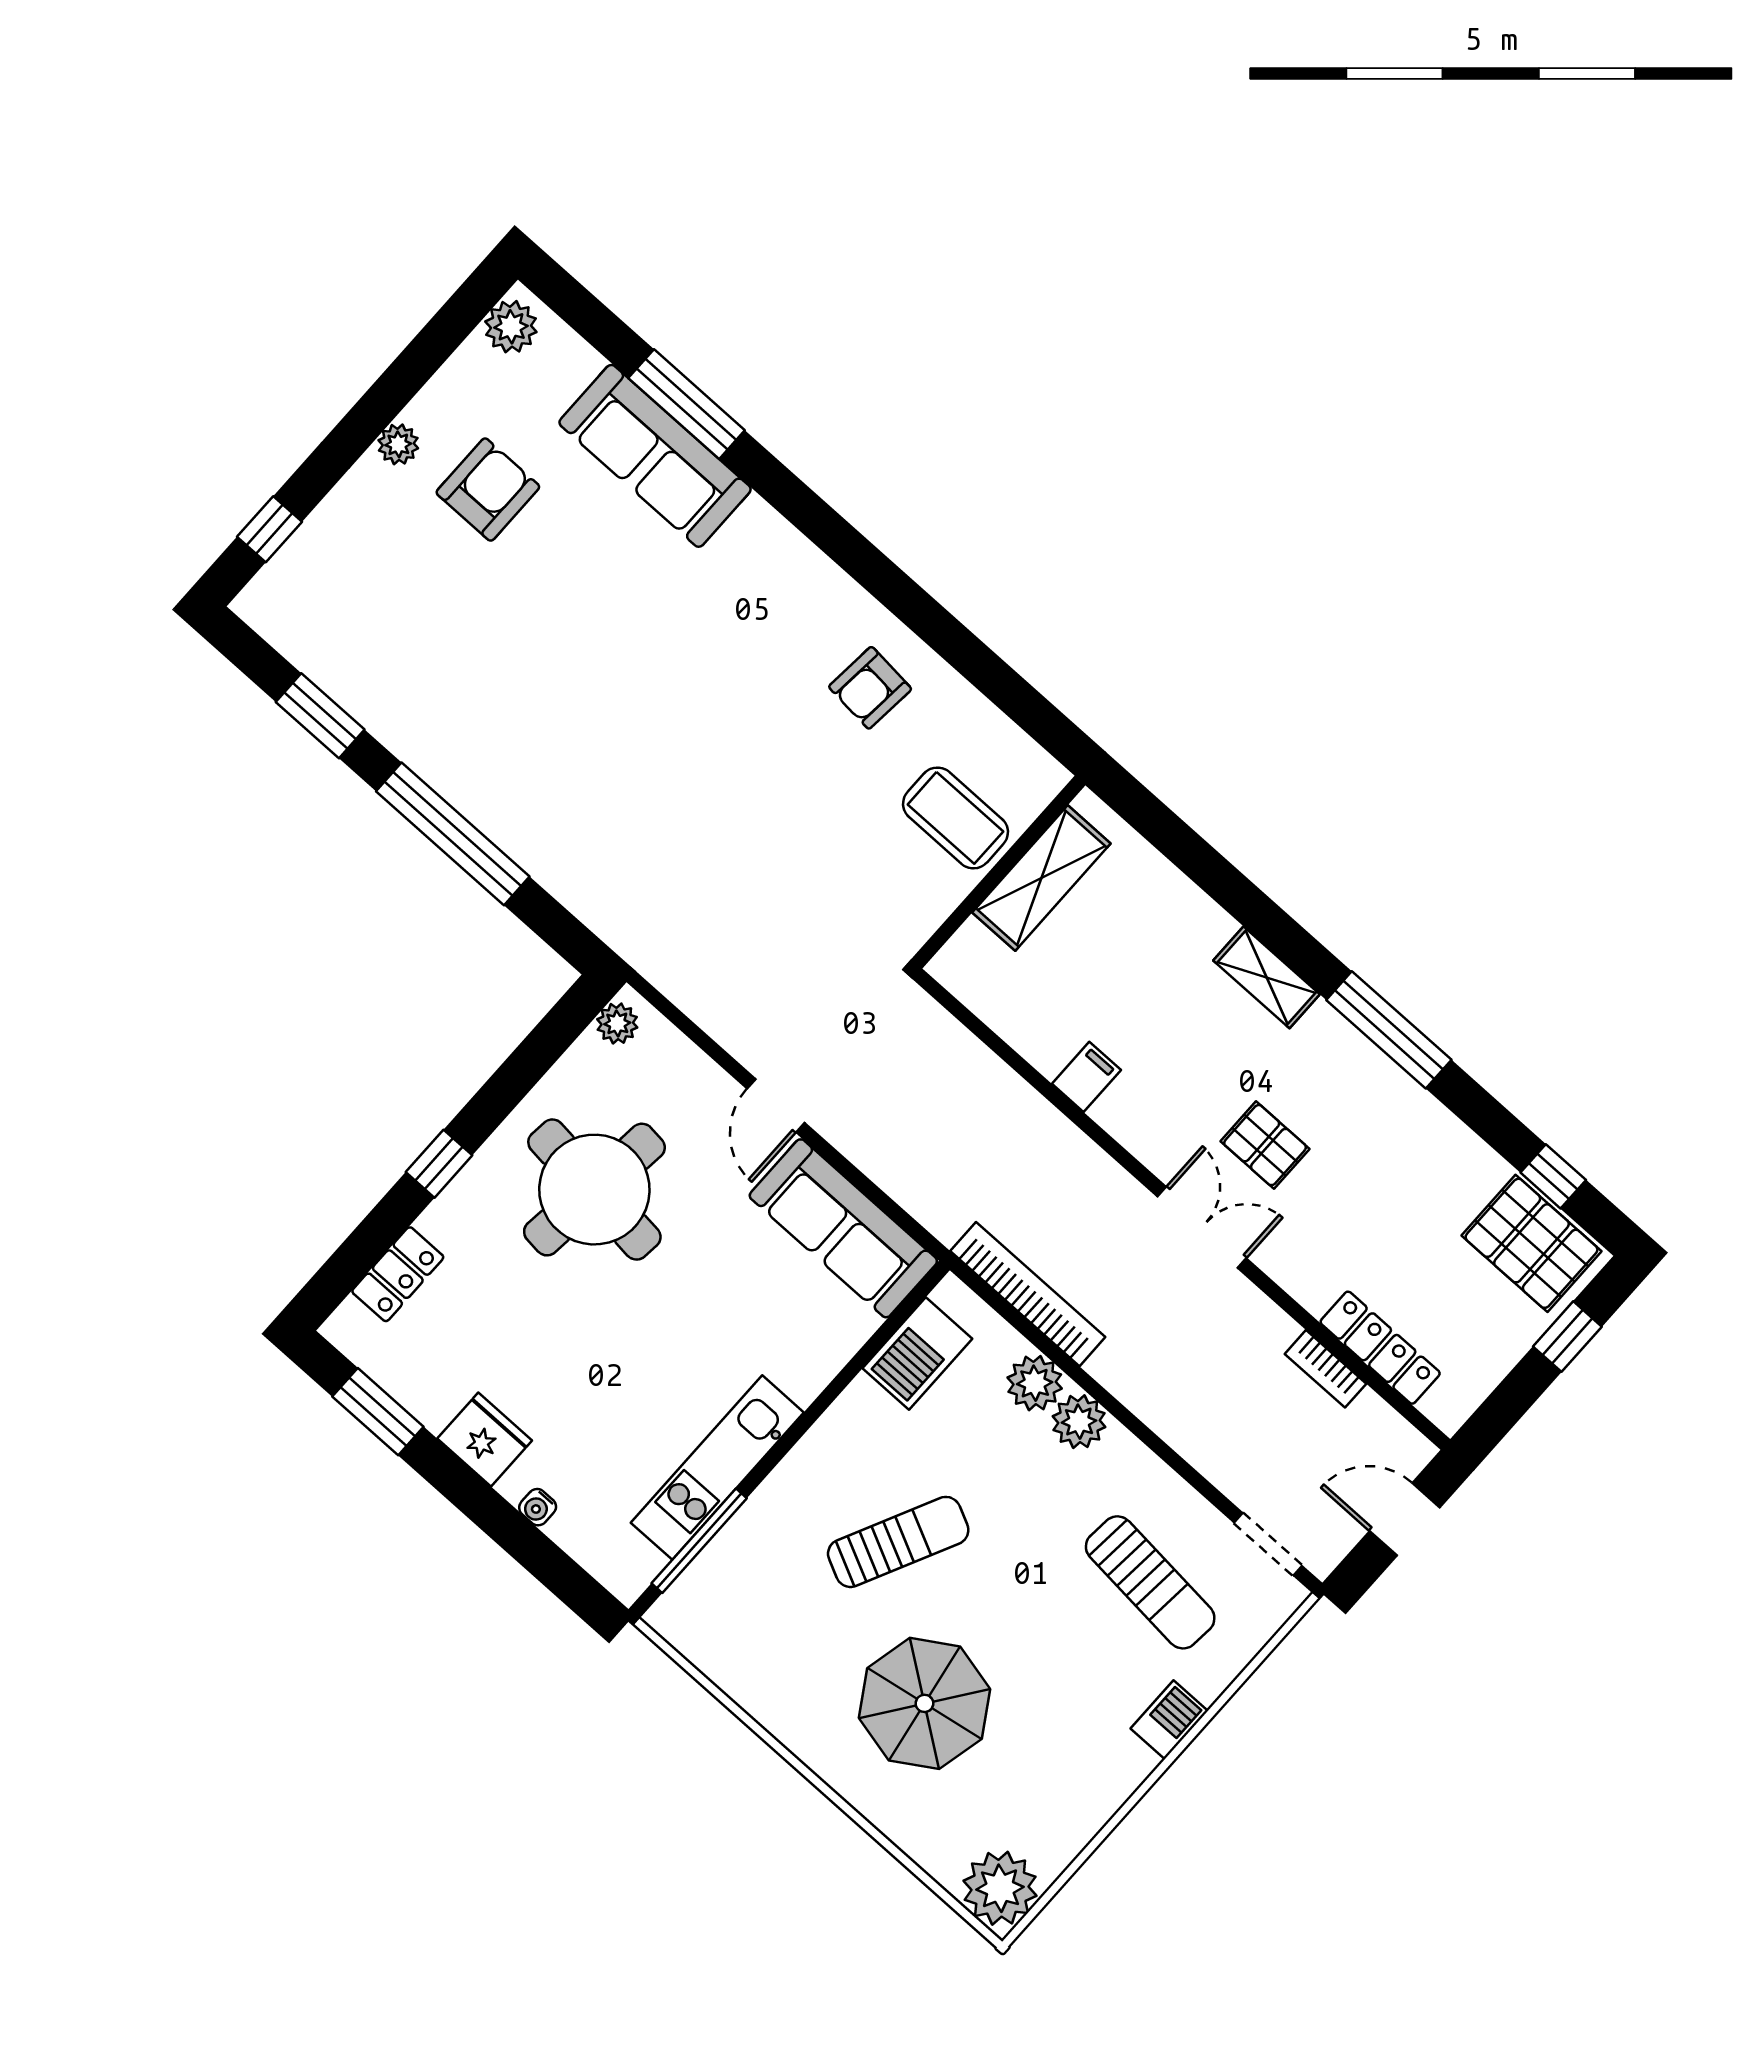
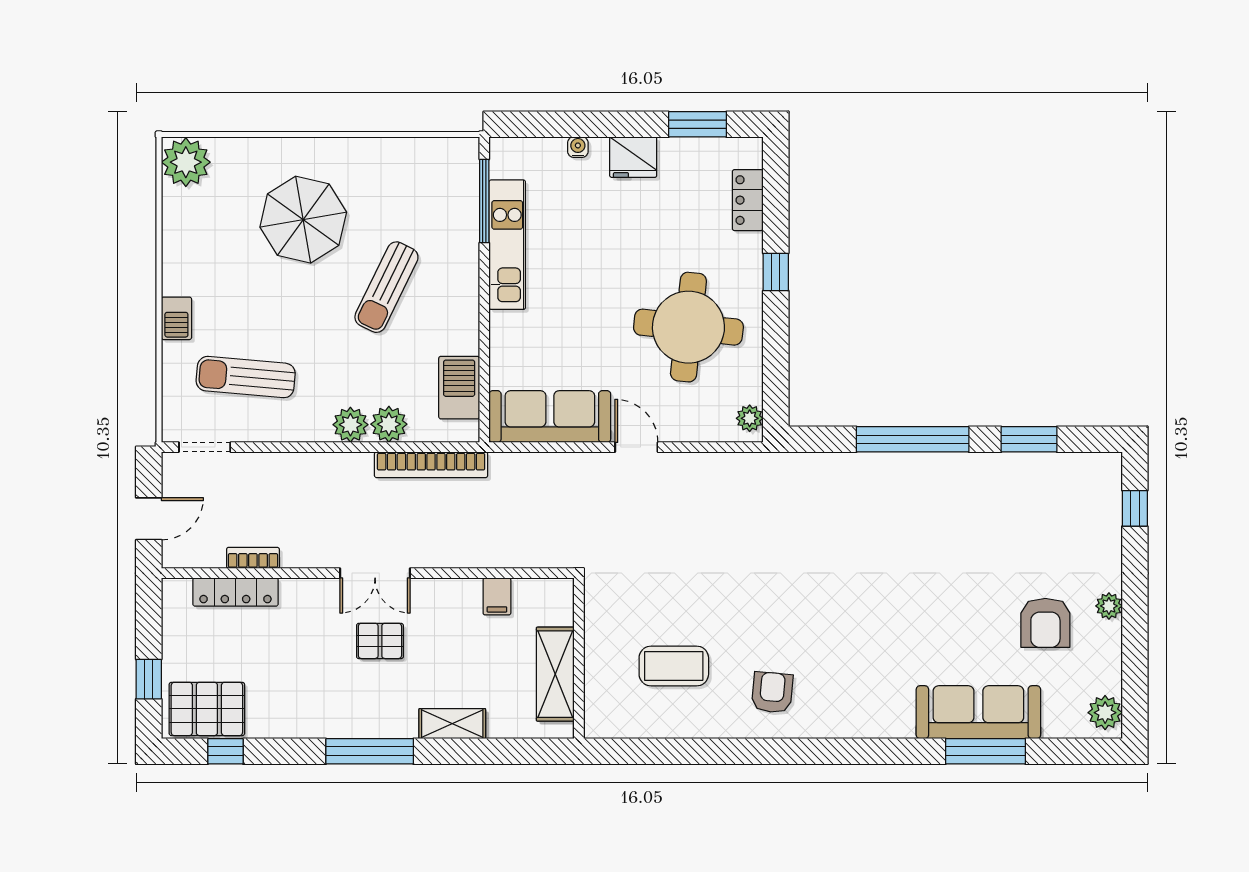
wall: (998, 872) -> (579, 658), moved
shelving: (1041, 878) -> (555, 674), moved

